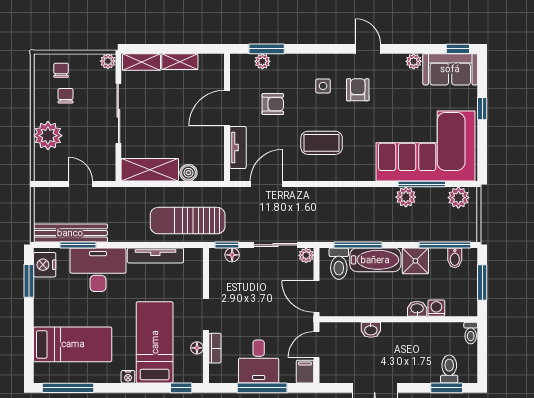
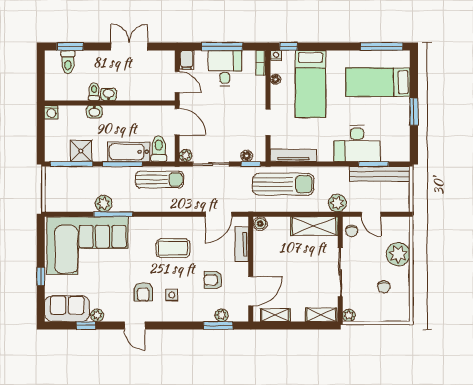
window: (458, 49) -> (86, 326), moved
shelving: (180, 62) -> (275, 315), moved
chair: (61, 70) -> (352, 231), moved
door: (227, 108) -> (251, 291), moved
boiler: (188, 173) -> (260, 224), moved
window: (422, 184) -> (113, 214), moved
plant: (458, 198) -> (337, 203), moved
sun lounger: (338, 226) -> (160, 180), added
window: (358, 245) -> (122, 164), moved
tv unit: (155, 255) -> (293, 155), moved
bidet: (455, 258) -> (63, 153), removed
shower: (415, 261) -> (81, 151), moved
nightstand: (45, 265) -> (401, 148), removed
window: (29, 281) -> (414, 112), moved
window: (482, 282) -> (41, 133), removed
washing machine: (436, 308) -> (51, 112), moved
doorway: (206, 315) -> (268, 122), moved
washbasin: (371, 330) -> (109, 94), moved
toilet: (471, 333) -> (94, 92), moved
door: (316, 345) -> (177, 82), hinge flipped
bookcase: (215, 348) -> (261, 63), moved
nightstand: (128, 377) -> (276, 56), moved

